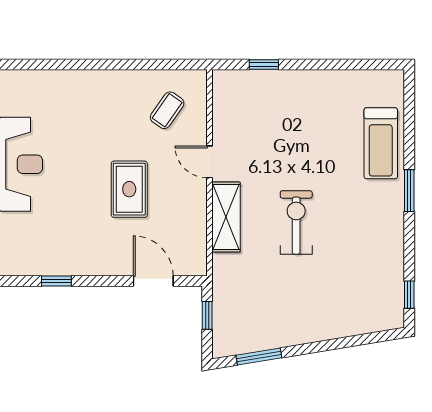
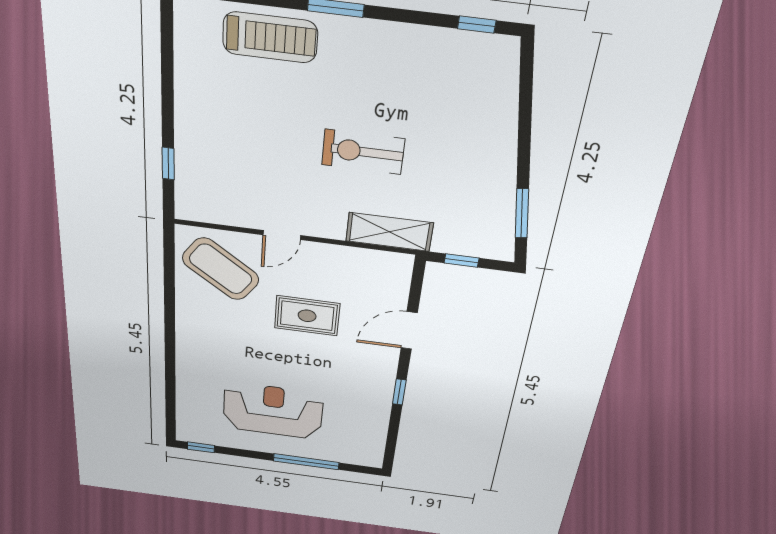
coffee table: (167, 110) -> (221, 269), width x1.86, depth x1.72
shelving: (226, 217) -> (389, 232), moved
door: (153, 281) -> (409, 330), moved

